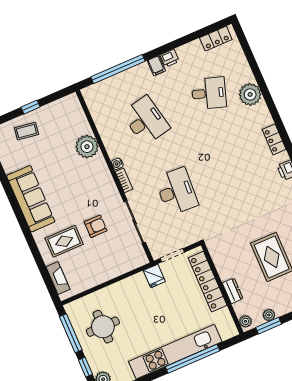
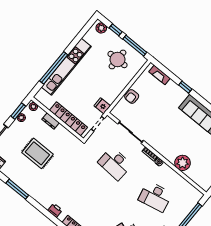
armchair: (96, 226) -> (132, 96), moved
rug: (64, 241) -> (167, 99), removed
window: (32, 245) -> (185, 87), added

